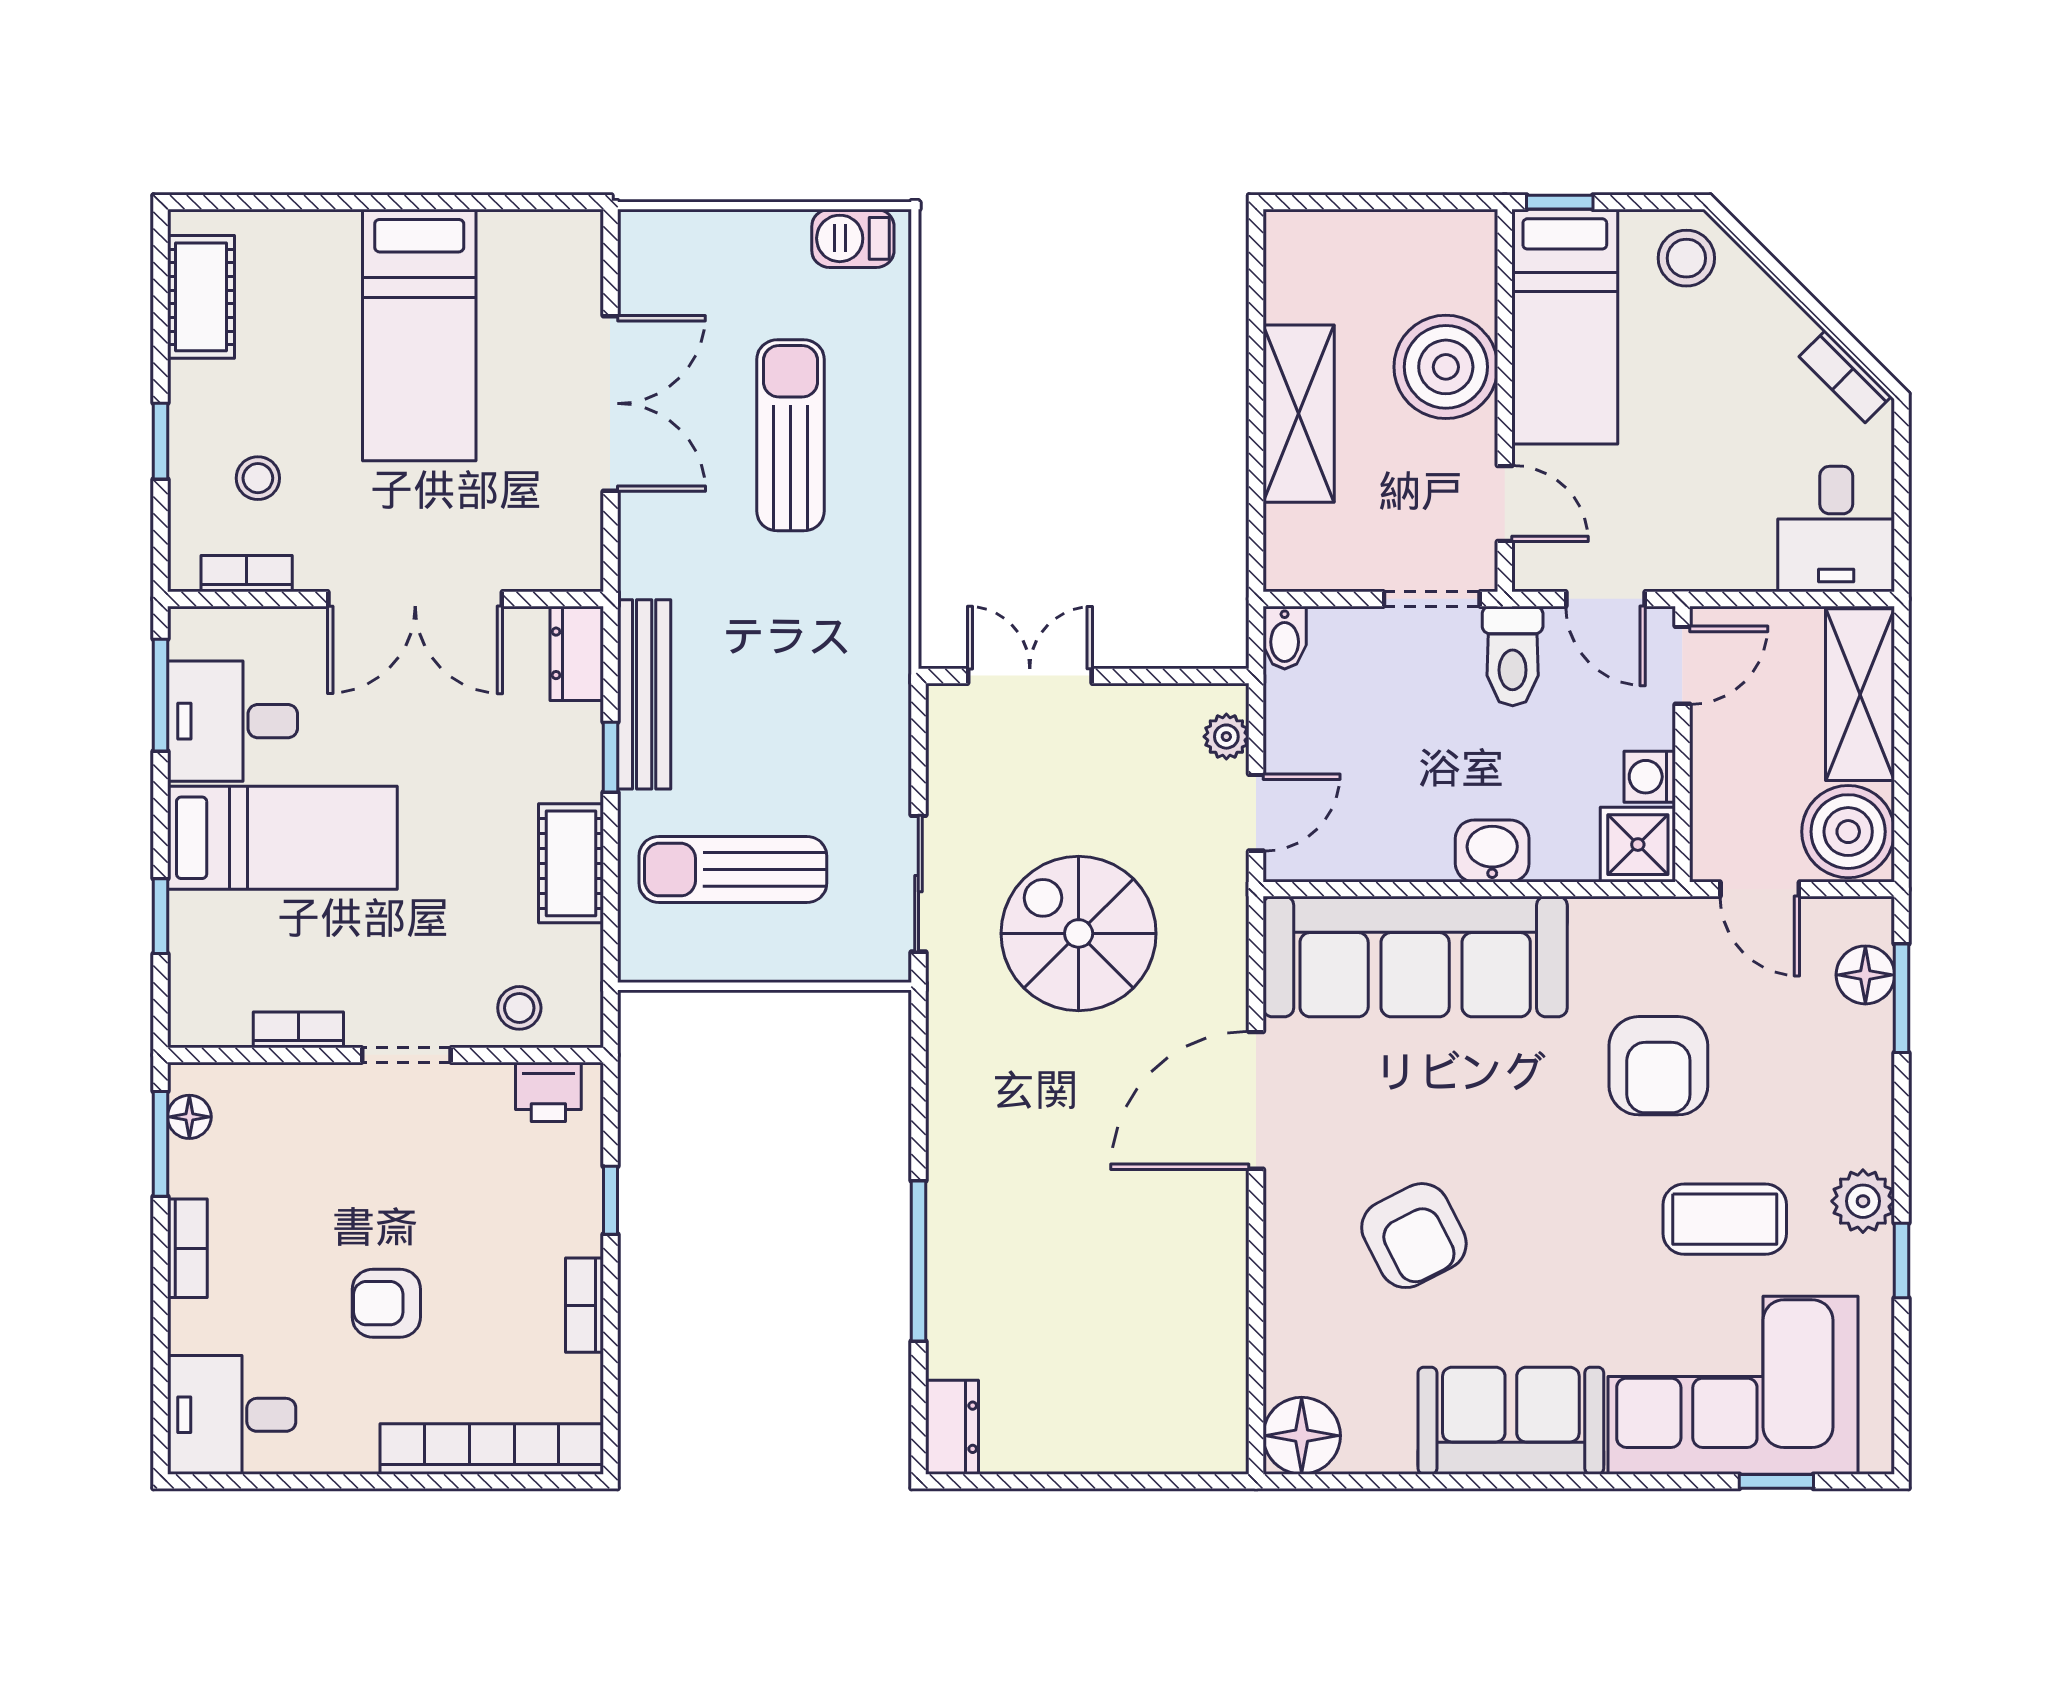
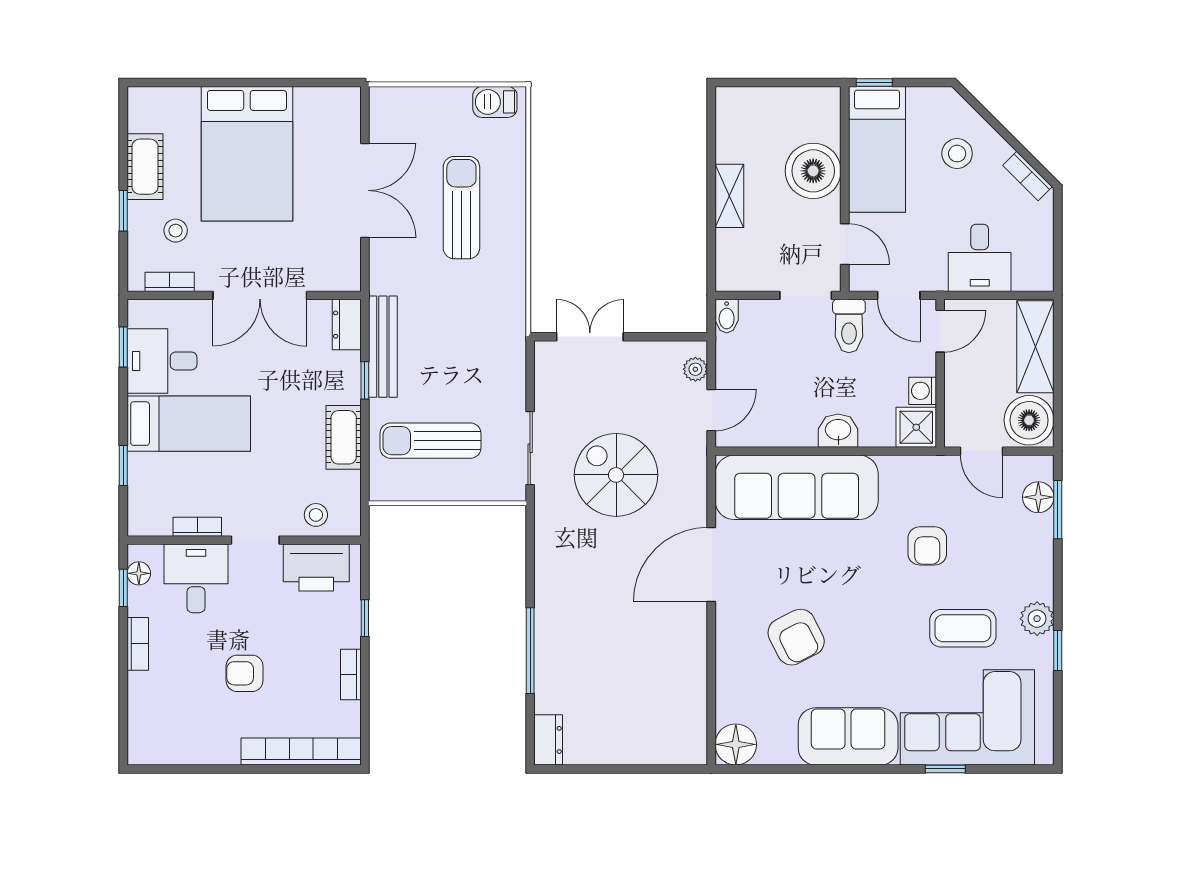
stool: (1686, 258) -> (957, 154), moved
cot: (201, 297) -> (145, 167), moved
bed: (419, 335) -> (247, 154), width x1.50
shelving: (1299, 414) -> (729, 196), width x0.67, depth x0.75
desk: (1836, 529) -> (980, 258), moved
window: (160, 695) -> (123, 347), width x0.67
armchair: (1658, 1066) -> (927, 546), width x0.72, depth x0.72
printer: (548, 1092) -> (316, 568), width x1.87, depth x1.48
window: (160, 1144) -> (123, 588), width x0.67
desk: (232, 1415) -> (196, 578), moved, turned 90
window: (1776, 1481) -> (945, 769), moved

